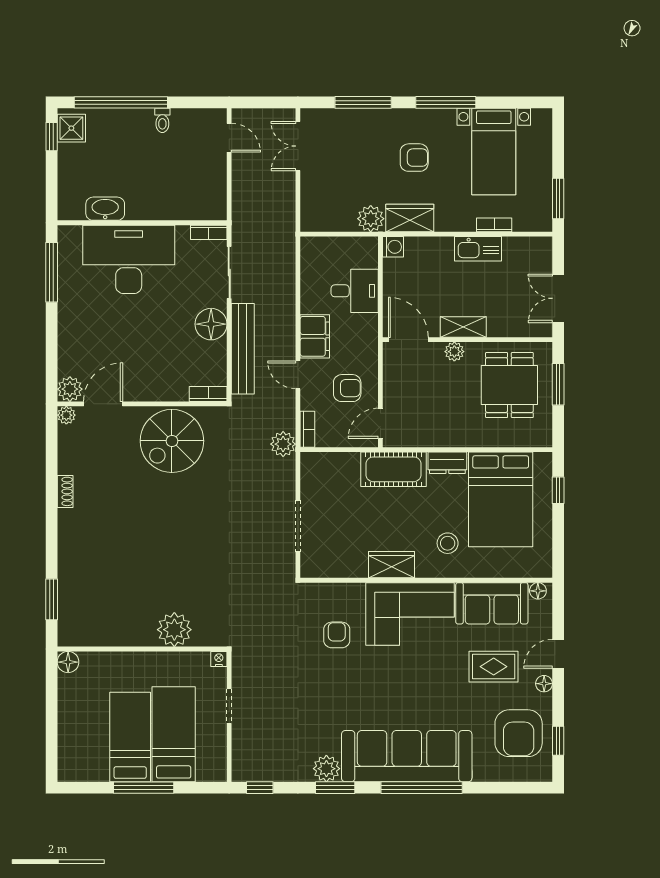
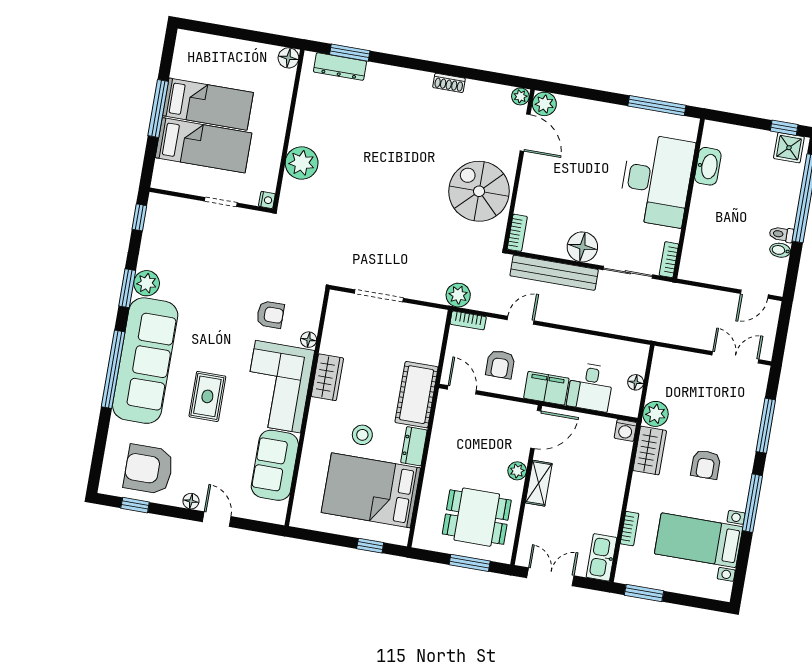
bidet: (179, 119) -> (780, 250), added
floor lamp: (342, 245) -> (636, 382), added
kitchen sink: (478, 249) -> (601, 557), moved
filing cabinet: (315, 336) -> (546, 388), moved, turned 180
stool: (448, 543) -> (362, 435), moved
floor lamp: (538, 591) -> (309, 340), moved
dresser: (68, 607) -> (340, 67), added
rug: (494, 667) -> (207, 396), moved

